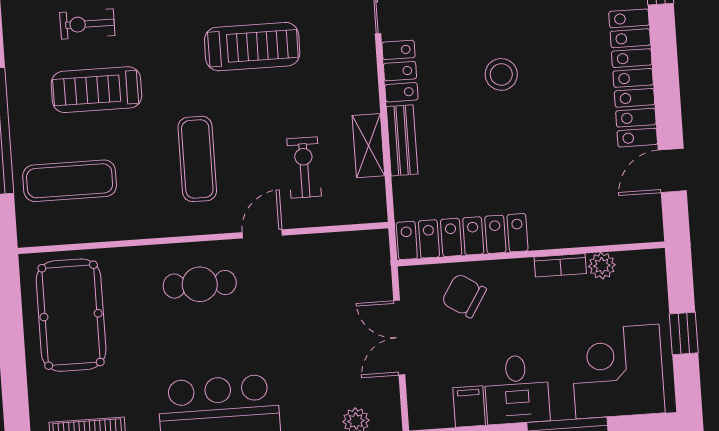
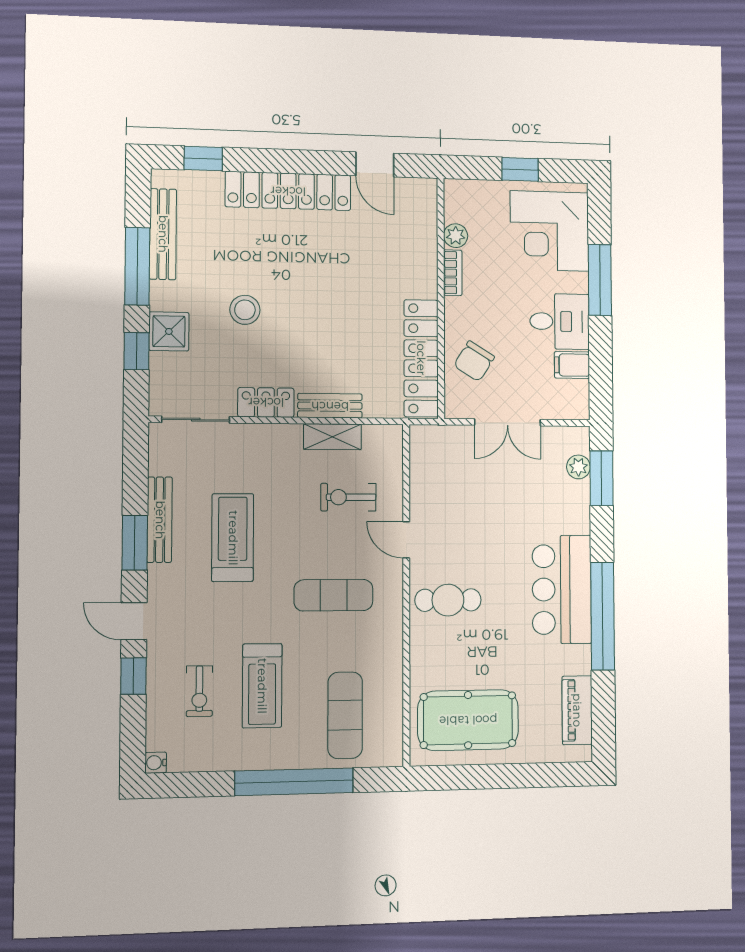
stool: (501, 74) -> (245, 310), moved
cafe table: (200, 284) -> (448, 600), turned 90

